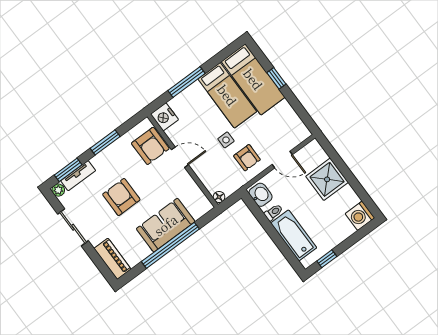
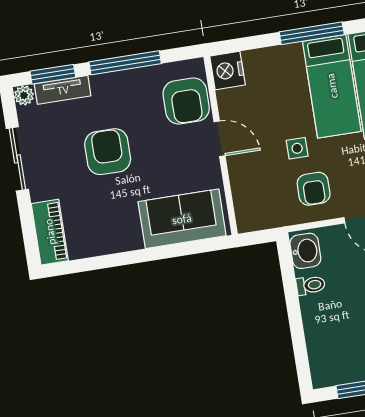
window: (186, 82) -> (312, 33), moved
window: (105, 142) -> (125, 63), width x1.44
floor lamp: (219, 197) -> (245, 224), removed
sofa: (166, 225) -> (182, 219), moved
bathtub: (294, 235) -> (322, 333), removed
window: (170, 245) -> (141, 256), removed

